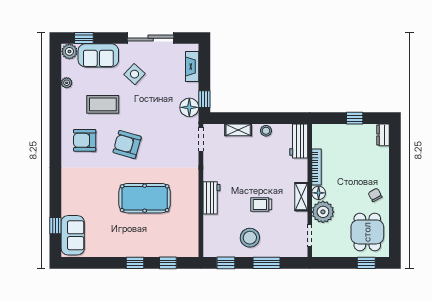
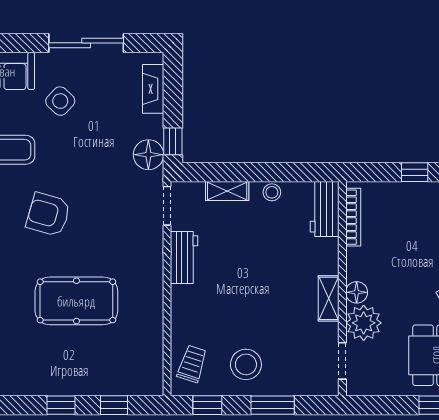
bookcase: (316, 167) -> (353, 217), moved
workbench: (211, 198) -> (184, 257), moved
trolley: (261, 204) -> (192, 364), moved, turned 108

